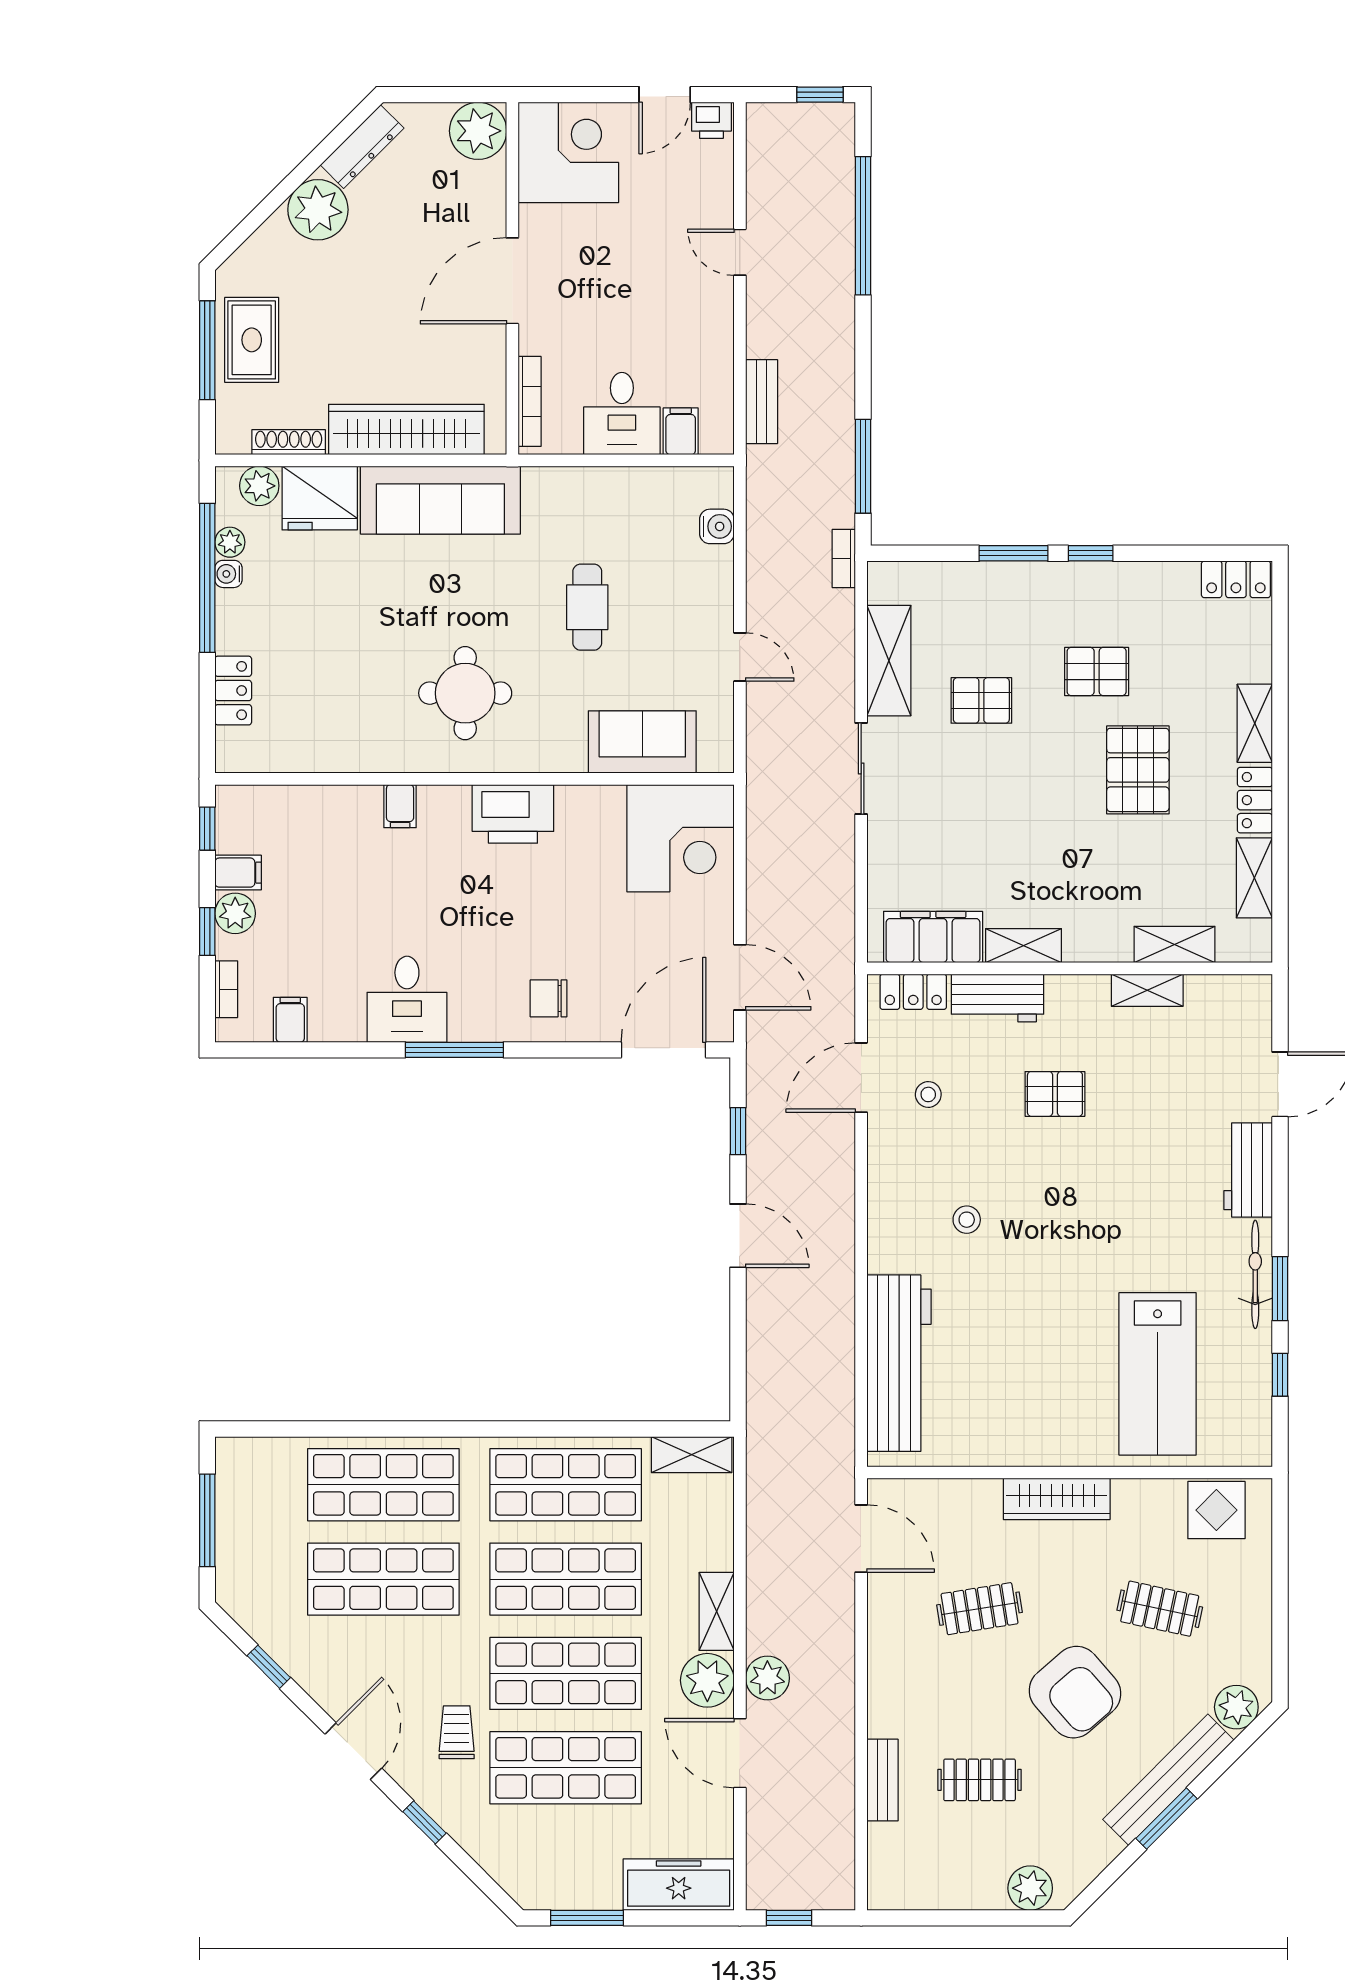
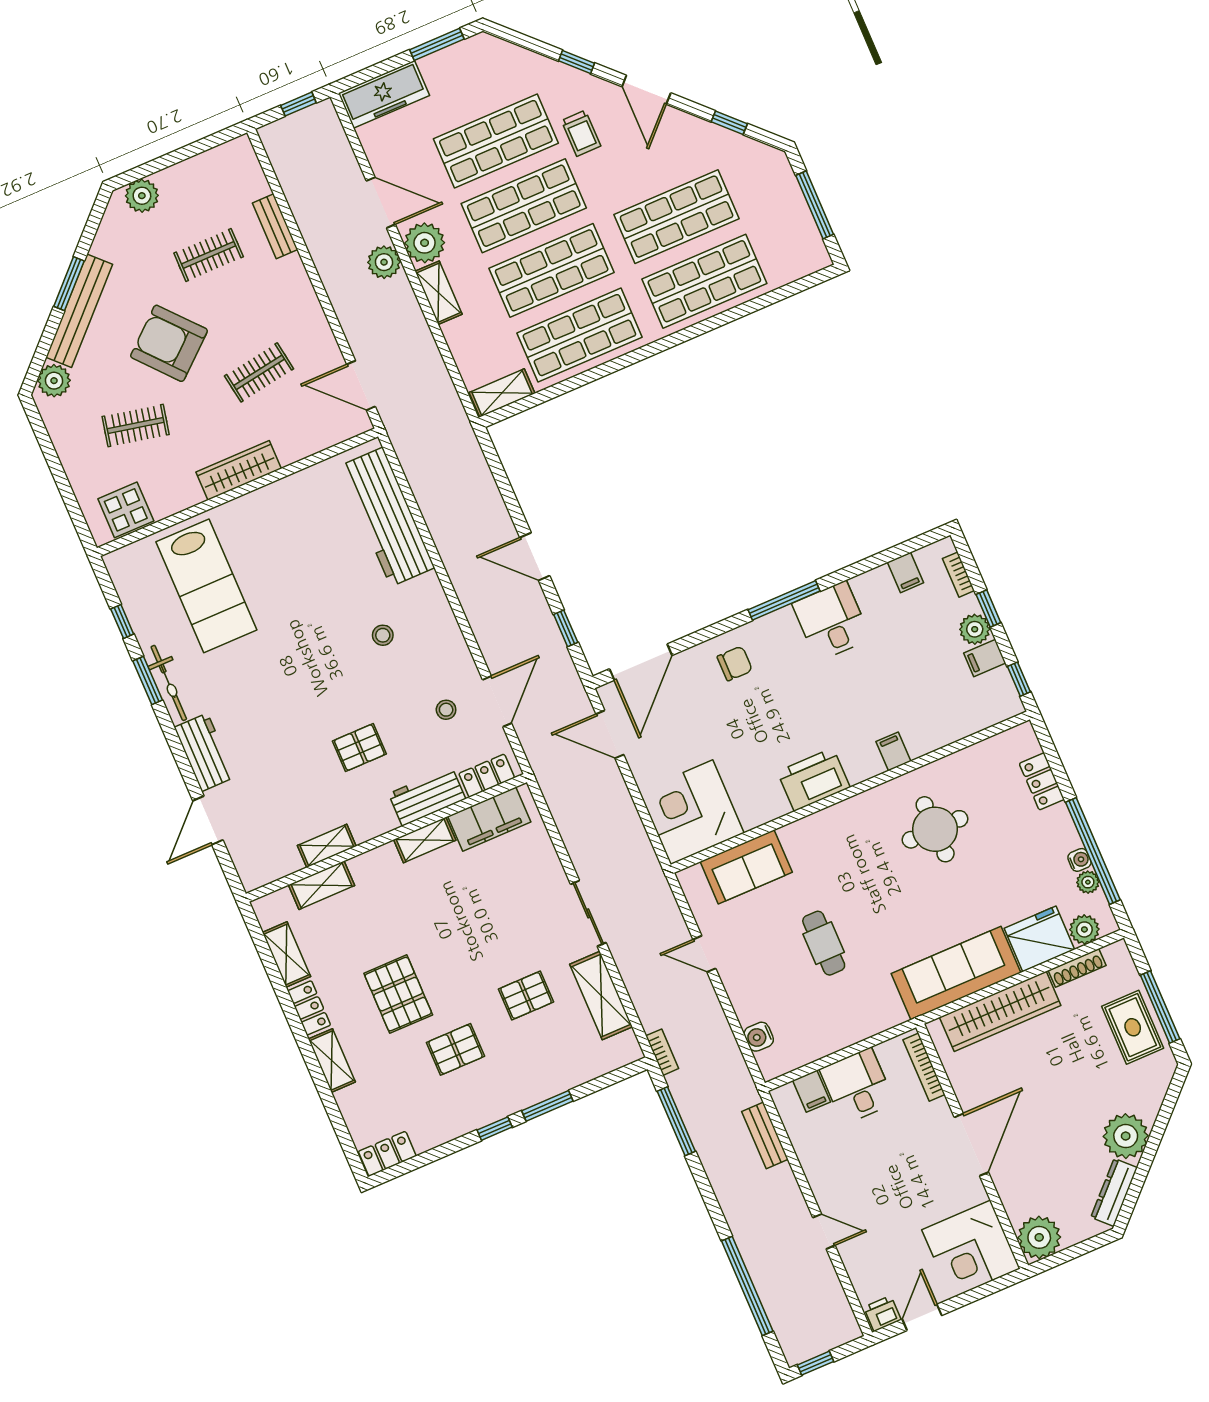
round table: (465, 693) -> (935, 829), moved
lab bench: (1158, 1374) -> (206, 586), turned 180

